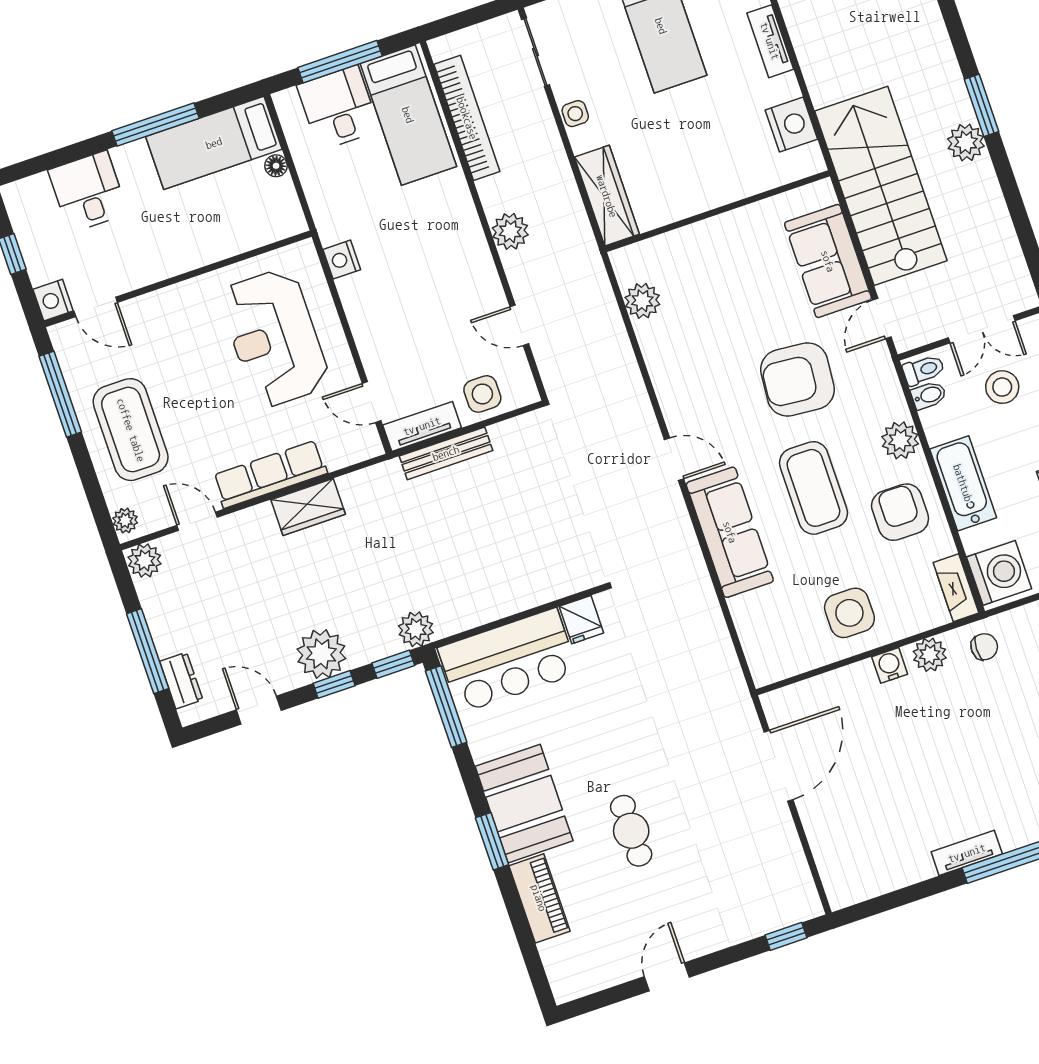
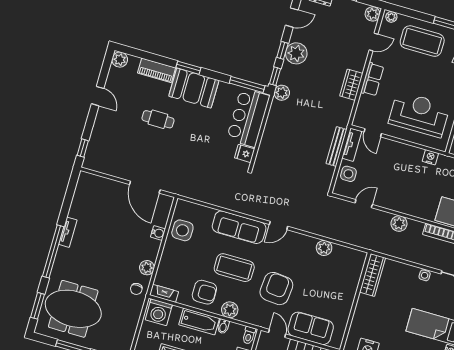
wardrobe: (607, 196) -> (373, 275), moved, turned -90
plant: (642, 301) -> (324, 248), moved
bidet: (929, 395) -> (223, 326), moved
door: (372, 402) -> (373, 133), swing flipped
row of seats: (270, 474) -> (372, 79), width x0.68
side table: (849, 613) -> (182, 230), moved
water cooler: (890, 665) -> (158, 233), moved
plant: (568, 983) -> (120, 60), added

